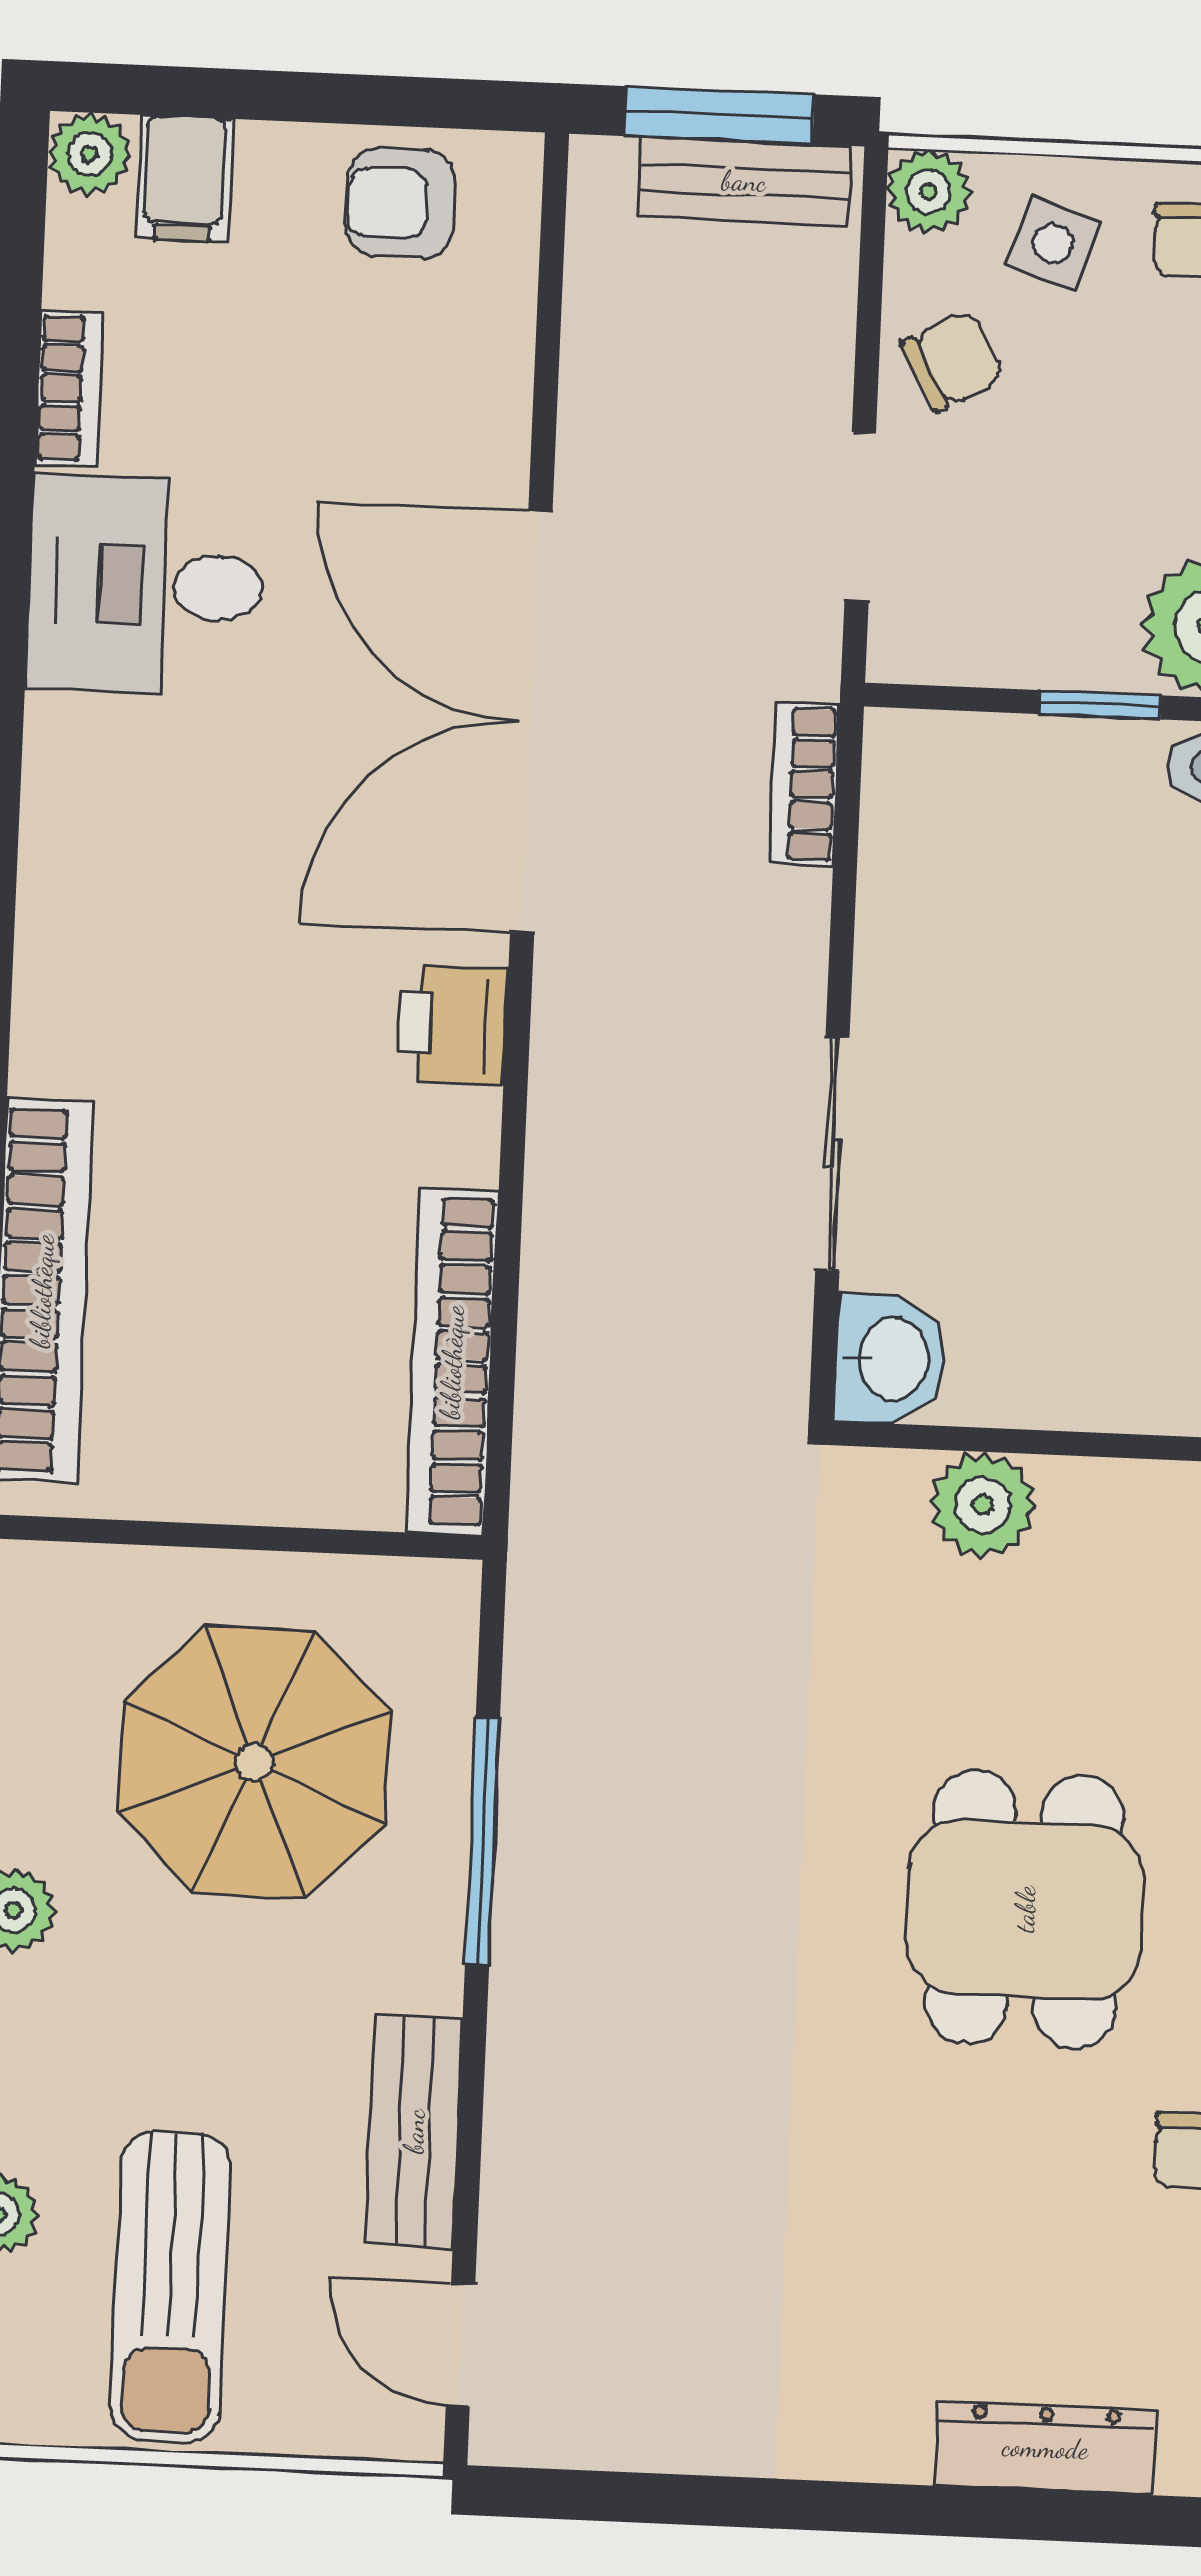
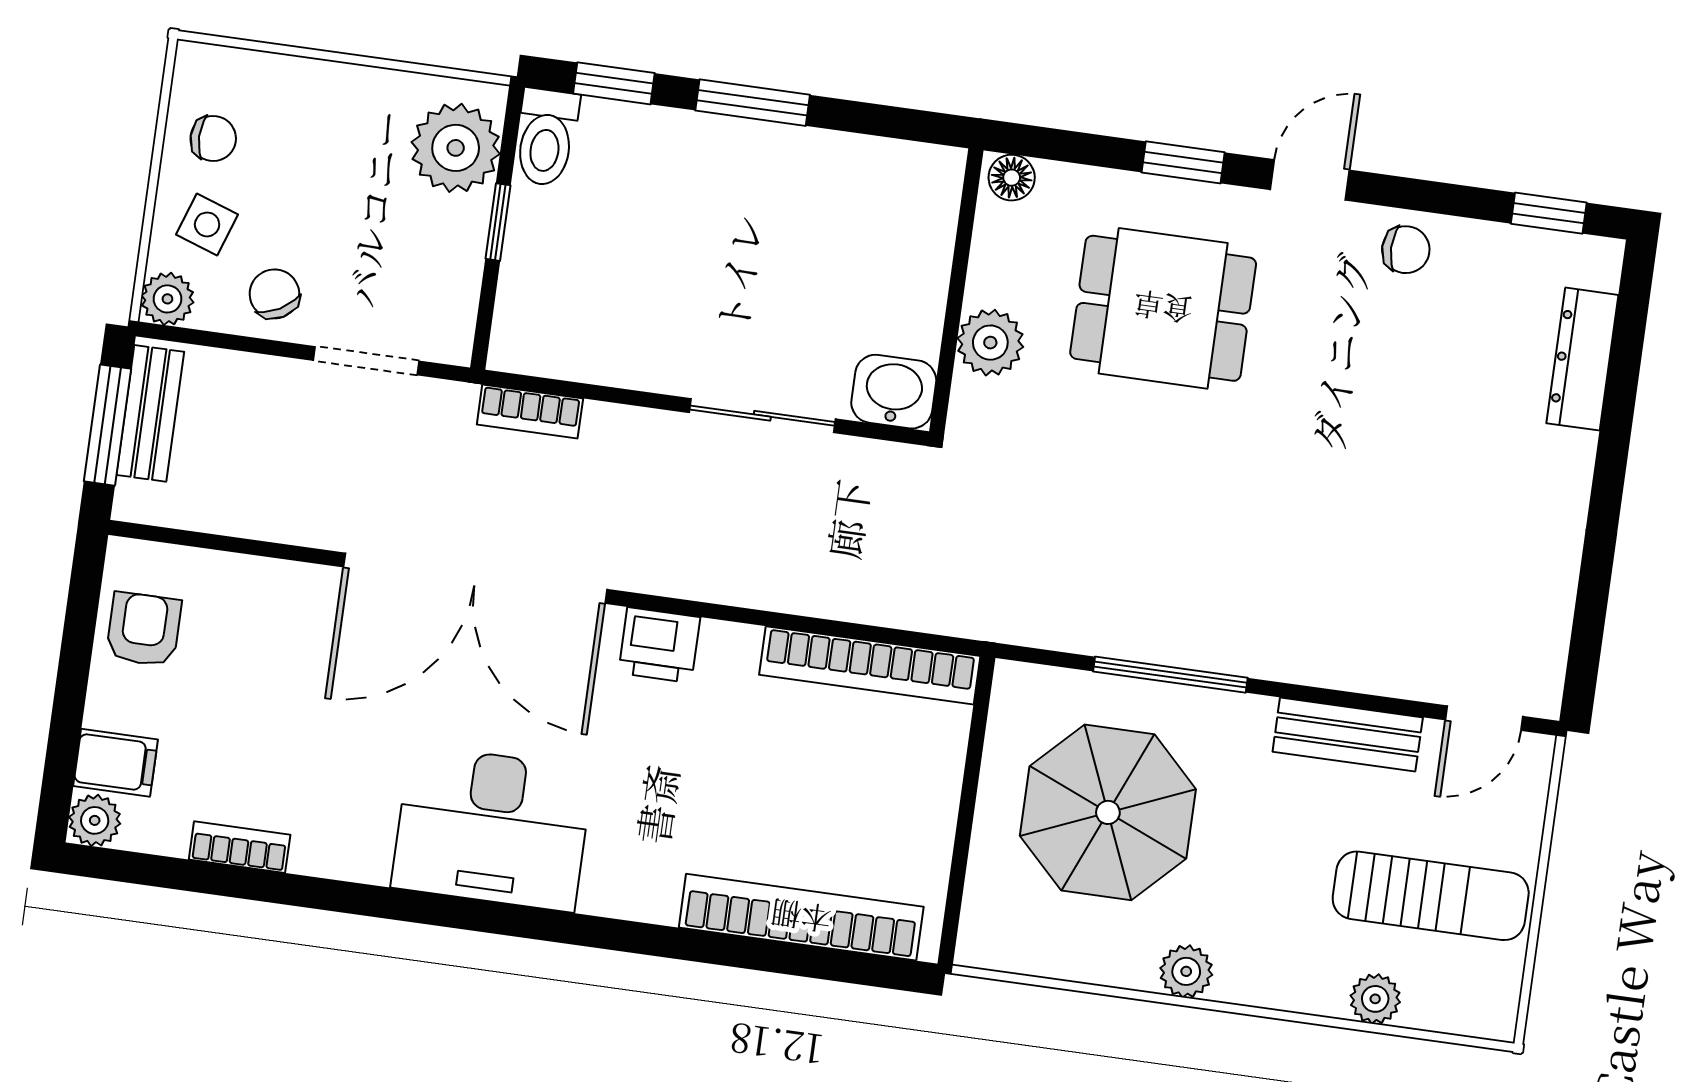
armchair: (400, 203) -> (144, 629), turned 180
desk: (146, 585) -> (492, 828), moved, width x1.37
dining table: (1025, 1909) -> (1163, 308), moved

